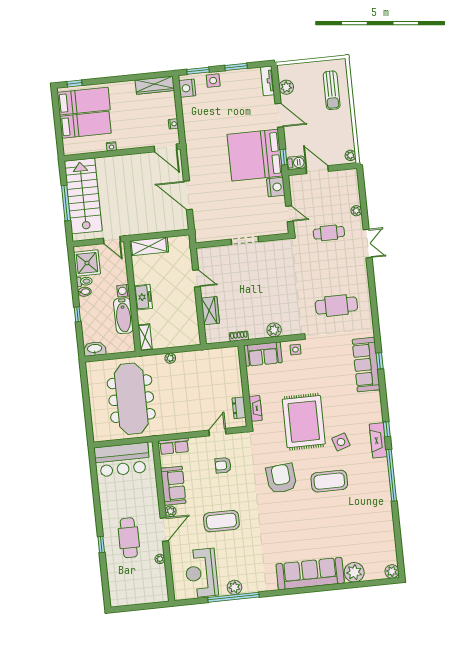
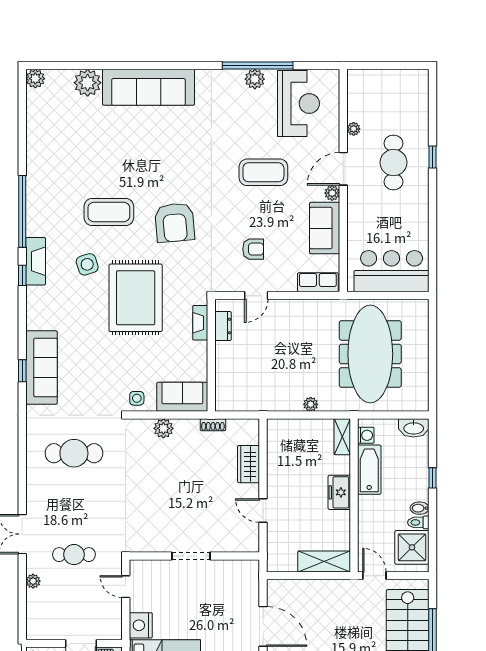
washing machine: (123, 291) -> (366, 435), moved

